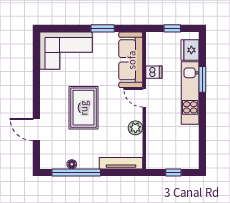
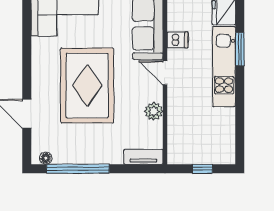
rug: (83, 108) -> (87, 86), width x1.37, depth x1.44
tv unit: (121, 163) -> (143, 157), width x0.71
floor lamp: (72, 164) -> (46, 158), moved

